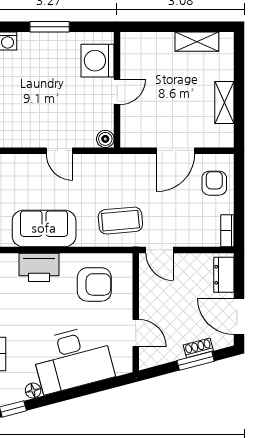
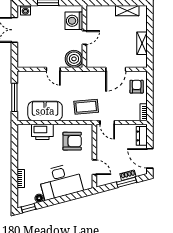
boiler: (105, 139) -> (74, 59), width x1.86, depth x1.86

